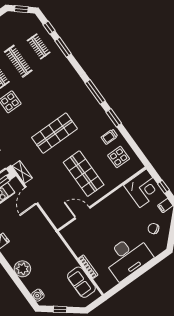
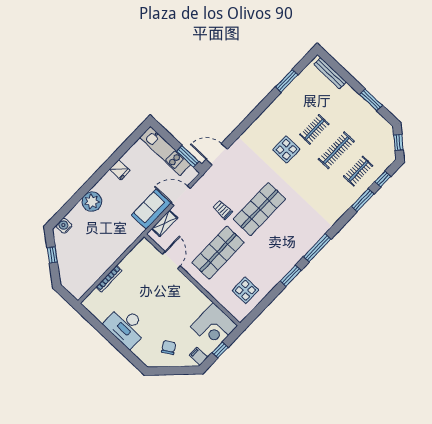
shop shelf: (54, 133) -> (259, 209), turned 90
trolley: (109, 137) -> (223, 210), moved
shelving: (22, 172) -> (165, 223), moved
desk: (128, 257) -> (126, 326), width x0.73, depth x0.77
sofa: (81, 282) -> (151, 209), moved

